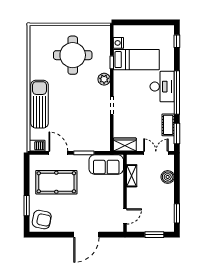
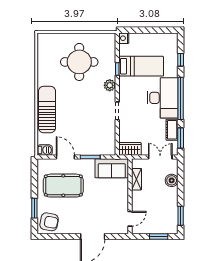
window: (177, 41) -> (181, 60), moved
nightstand: (118, 43) -> (124, 38), moved
desk: (162, 87) -> (163, 98), width x1.36, depth x1.30

